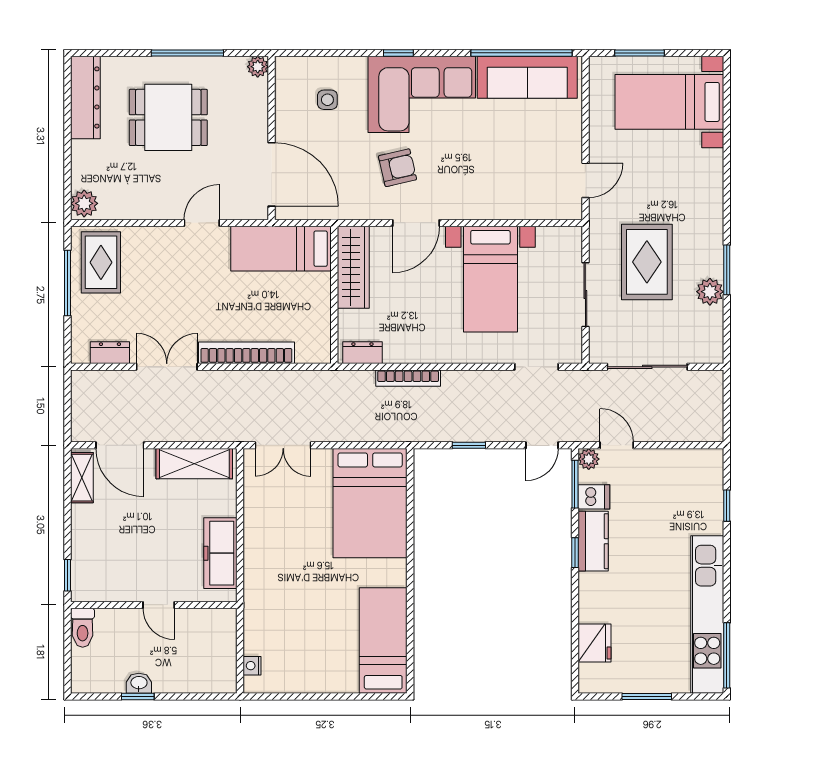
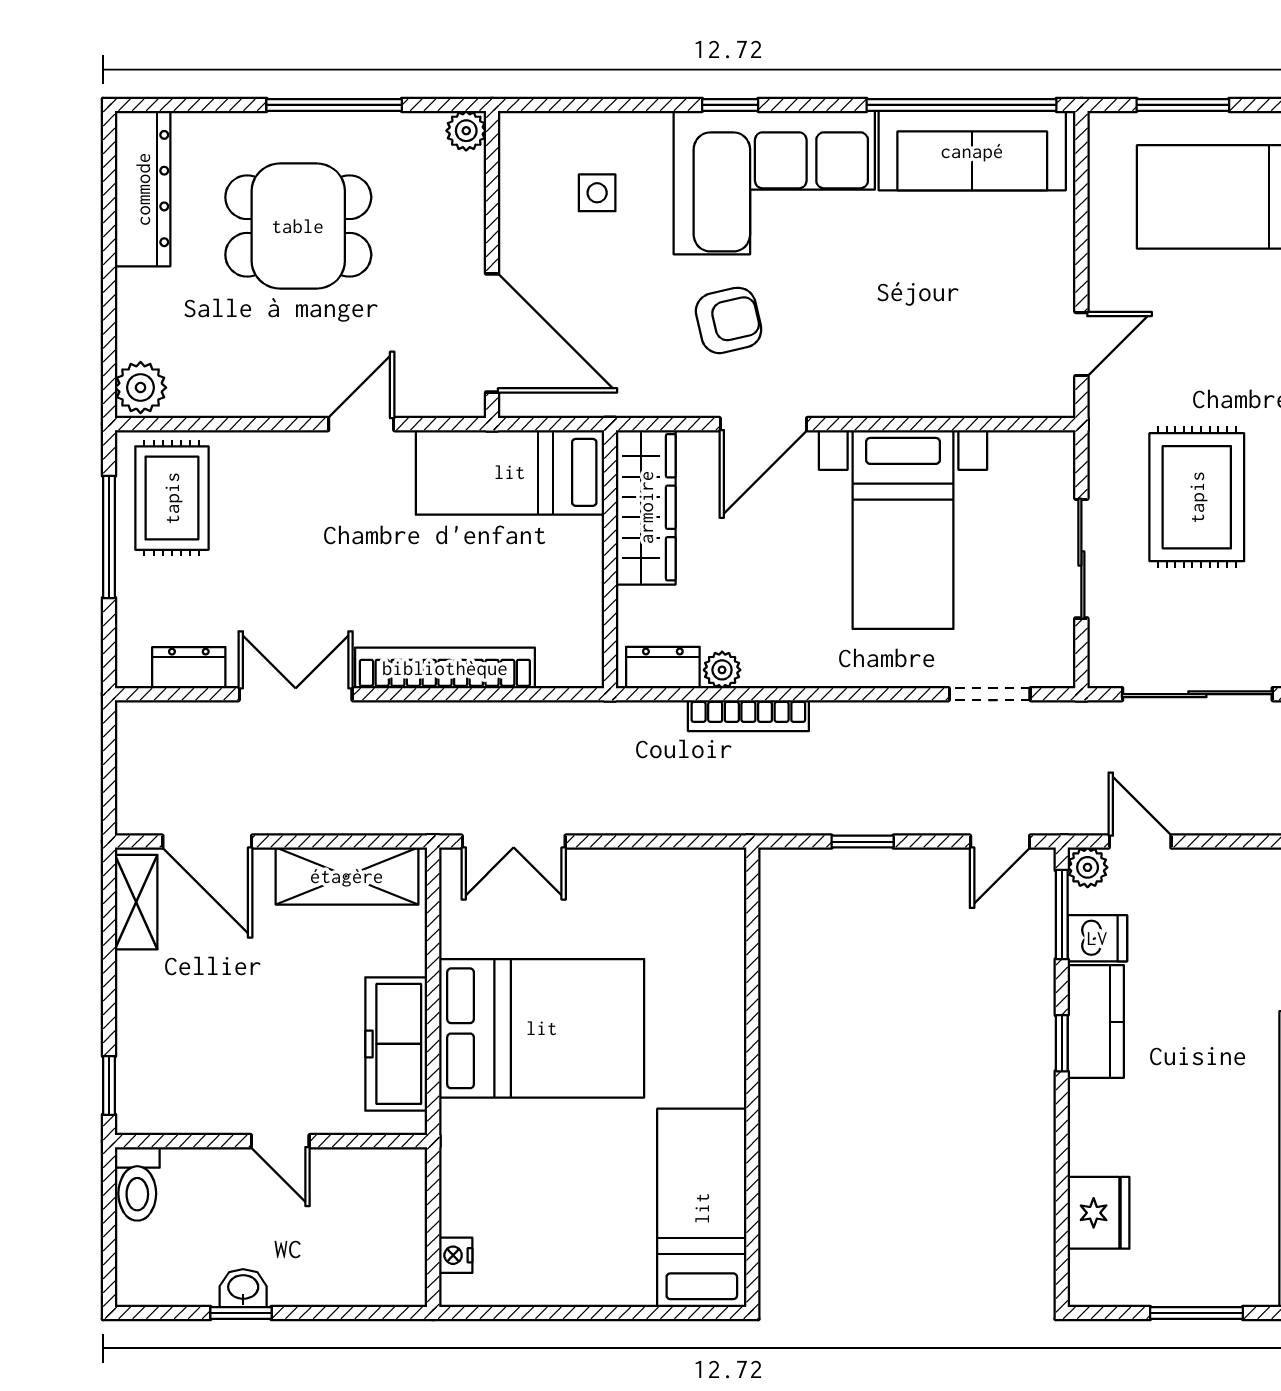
plant: (394, 354) -> (722, 670), added
bed: (370, 503) -> (542, 1028), moved, turned -90

